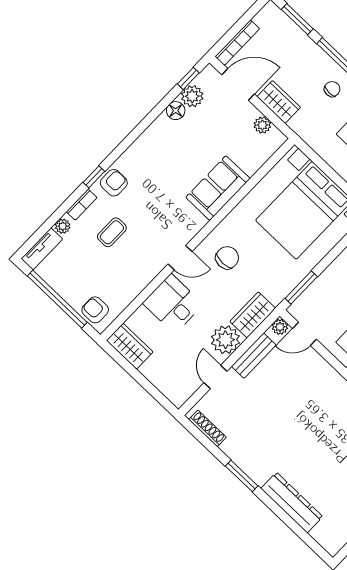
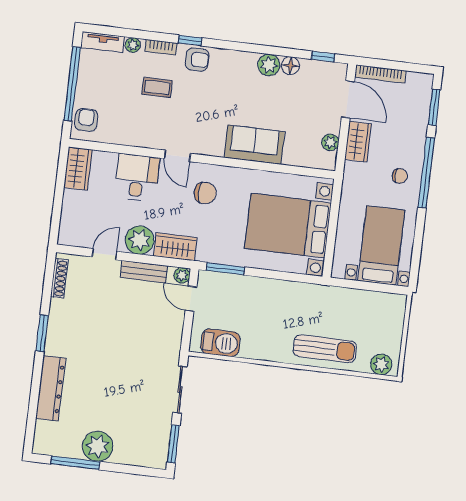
plant: (192, 96) -> (269, 65), moved

